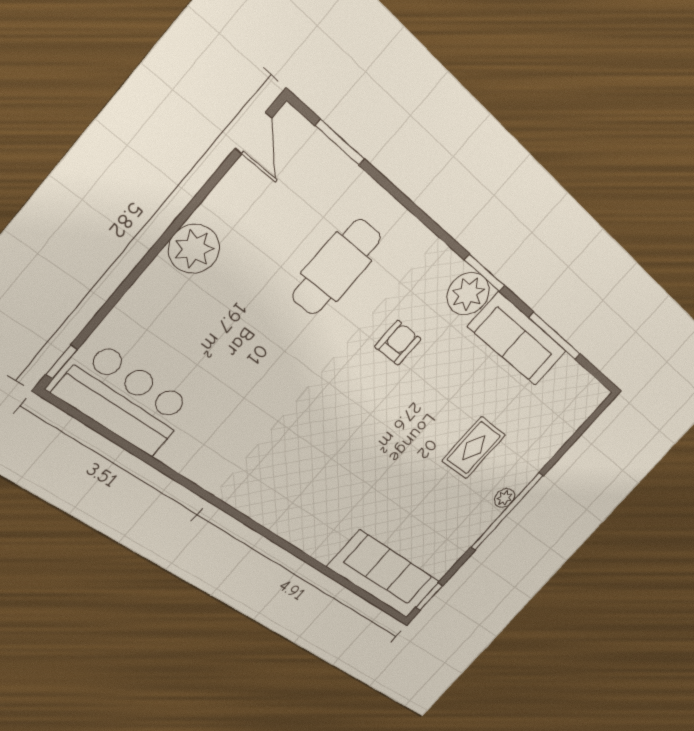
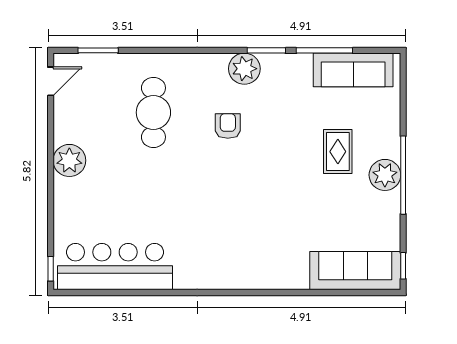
door: (254, 133) -> (51, 81), hinge flipped
window: (485, 273) -> (266, 50), moved
sofa: (517, 339) -> (353, 70), moved
bar counter: (125, 399) -> (115, 267), width x1.36
plant: (505, 498) -> (385, 175), width x1.87, depth x1.87

